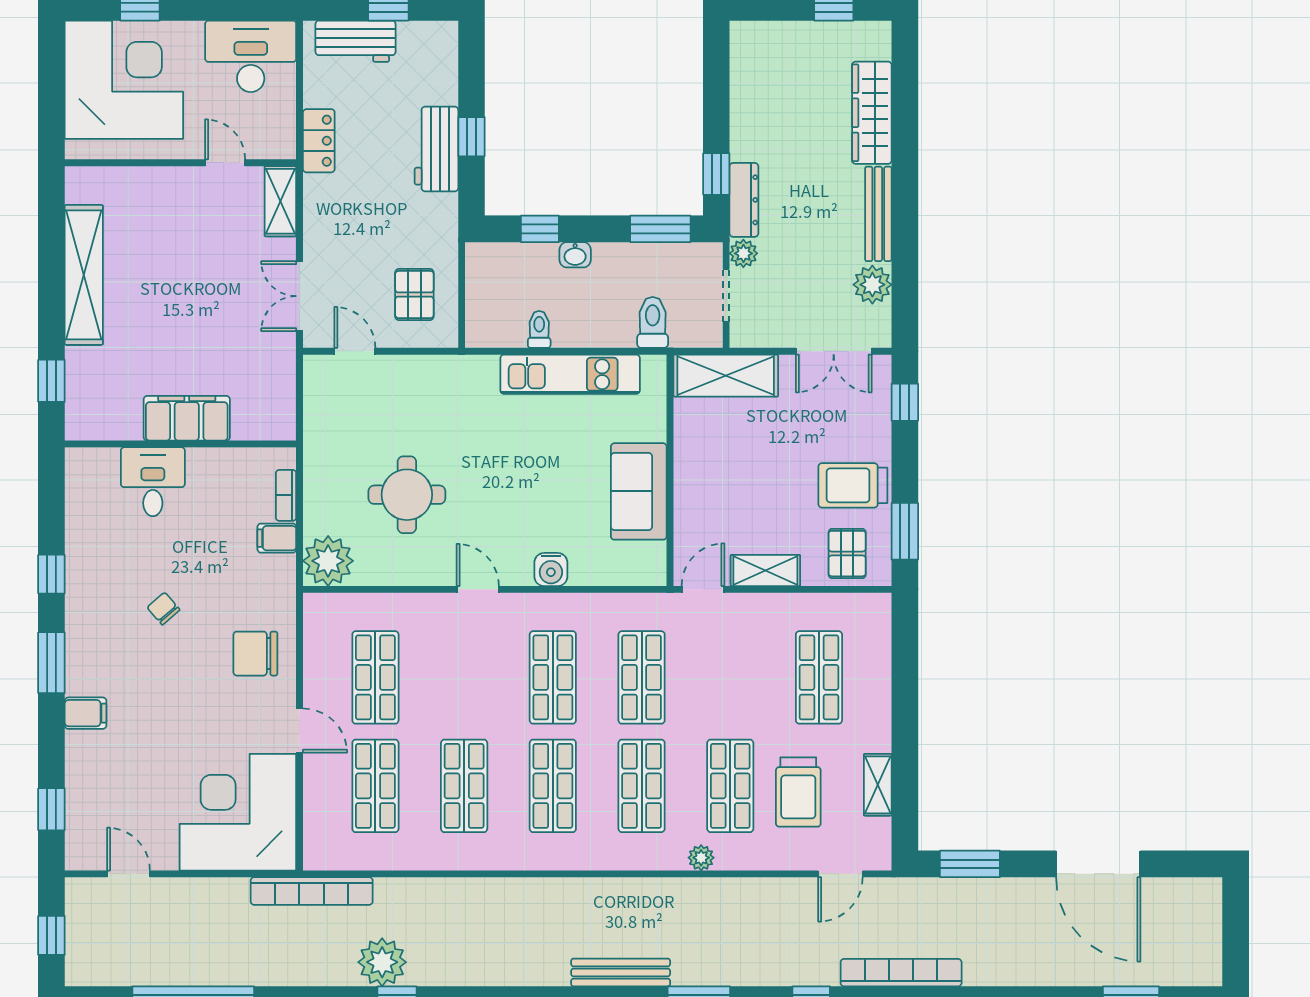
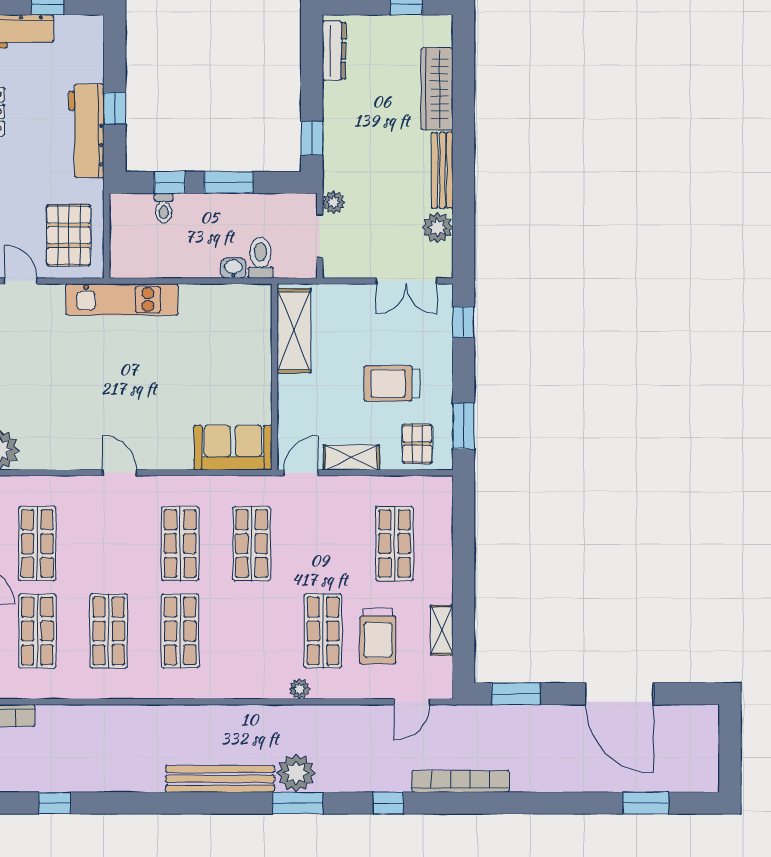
workbench: (436, 149) -> (86, 131), width x1.38
dresser: (744, 200) -> (334, 51), moved
window: (660, 229) -> (229, 182), moved
washbasin: (575, 255) -> (233, 268), moved, turned 180
pallet: (414, 295) -> (69, 235), width x1.50, depth x1.42
toilet: (539, 329) -> (164, 208), moved, turned 180
kitchen unit: (570, 374) -> (122, 299), moved
shelving: (726, 376) -> (294, 331), moved, turned 90
trolley: (853, 485) -> (392, 383), moved
sofa: (639, 491) -> (233, 448), moved, turned 90
round table: (407, 495) -> (63, 396), removed
water cooler: (551, 570) -> (179, 457), removed
shop shelf: (642, 786) -> (252, 631), removed
plant: (382, 962) -> (296, 773), moved
bench: (621, 972) -> (220, 779), width x1.37, depth x1.21

